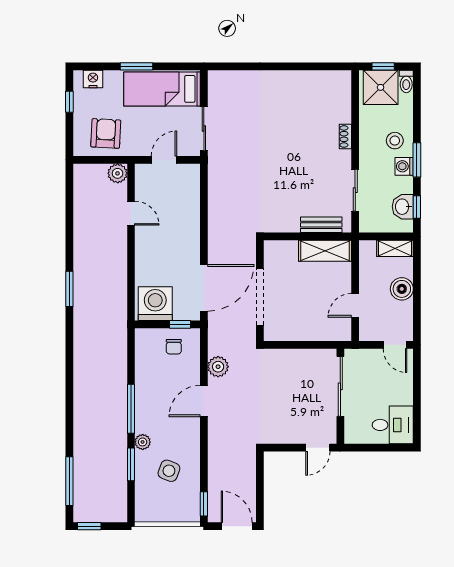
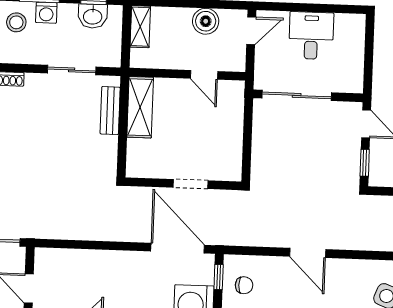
boiler: (402, 289) -> (206, 21), moved
doorway: (260, 297) -> (191, 184), width x0.53
plant: (218, 367) -> (269, 235), removed
desk: (393, 425) -> (311, 36), moved
window: (284, 448) -> (365, 163), added

